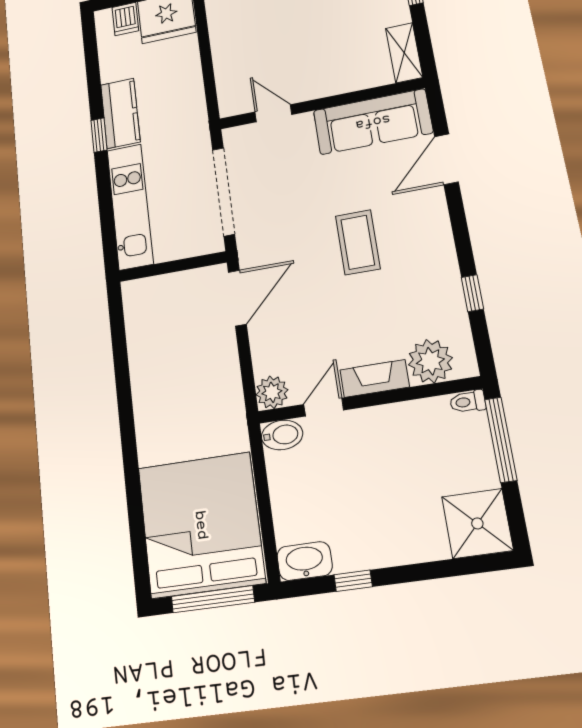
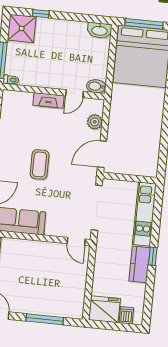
door: (273, 113) -> (76, 241), moved
plant: (430, 361) -> (22, 101), removed
plant: (272, 392) -> (95, 122), moved
window: (353, 581) -> (41, 14), moved

